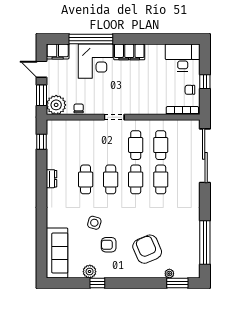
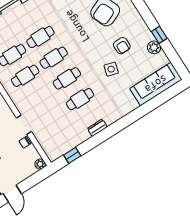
window: (41, 95) -> (34, 180), removed
plant: (56, 105) -> (40, 164), width x0.53, depth x0.53
doorway: (114, 117) -> (24, 125), moved

